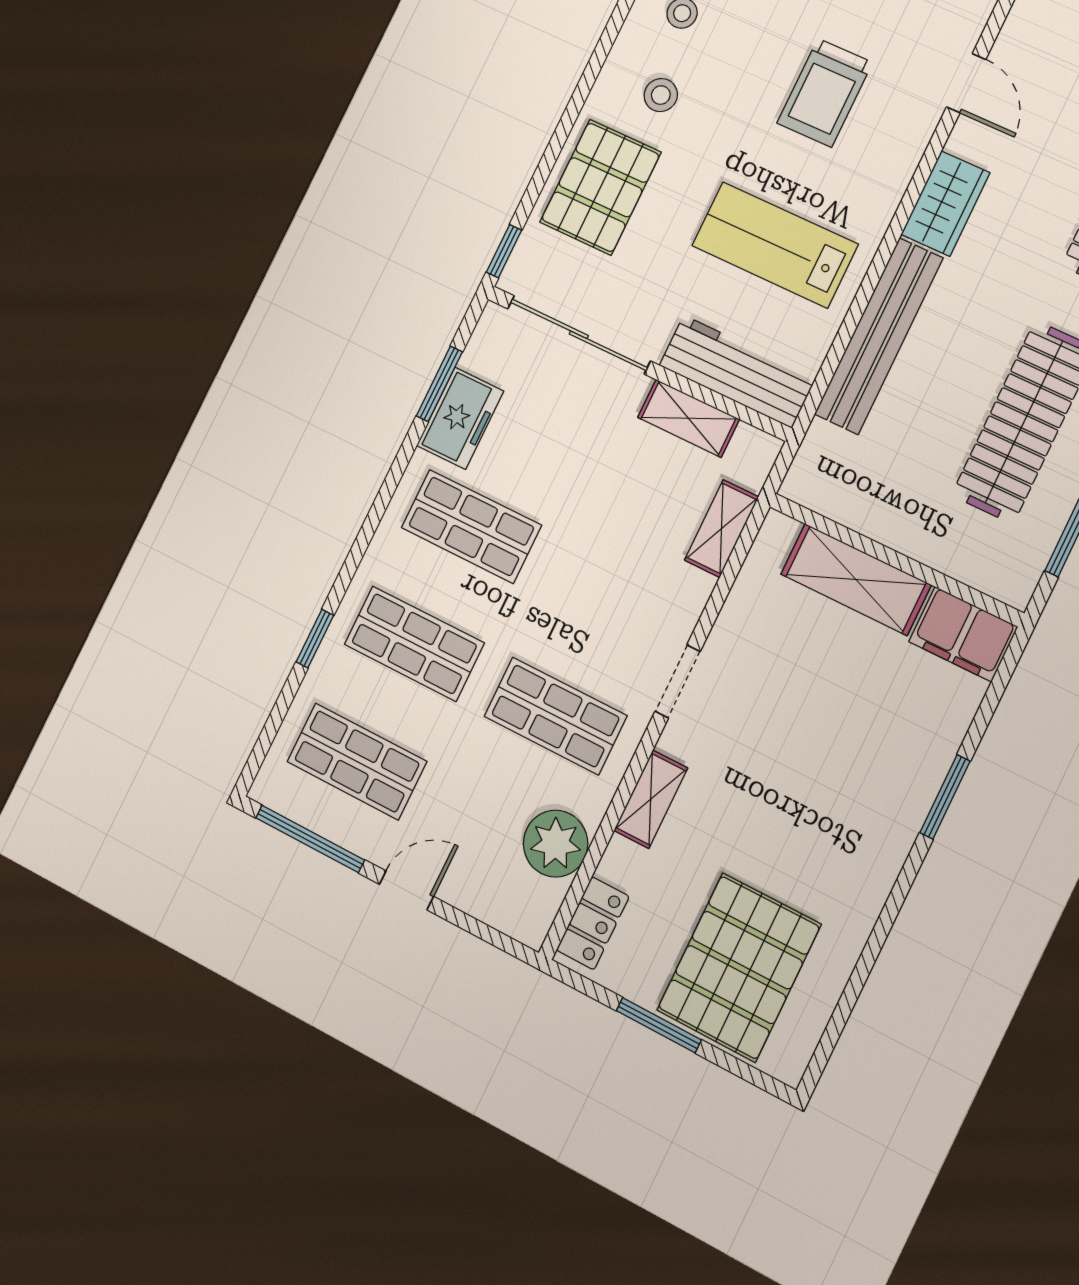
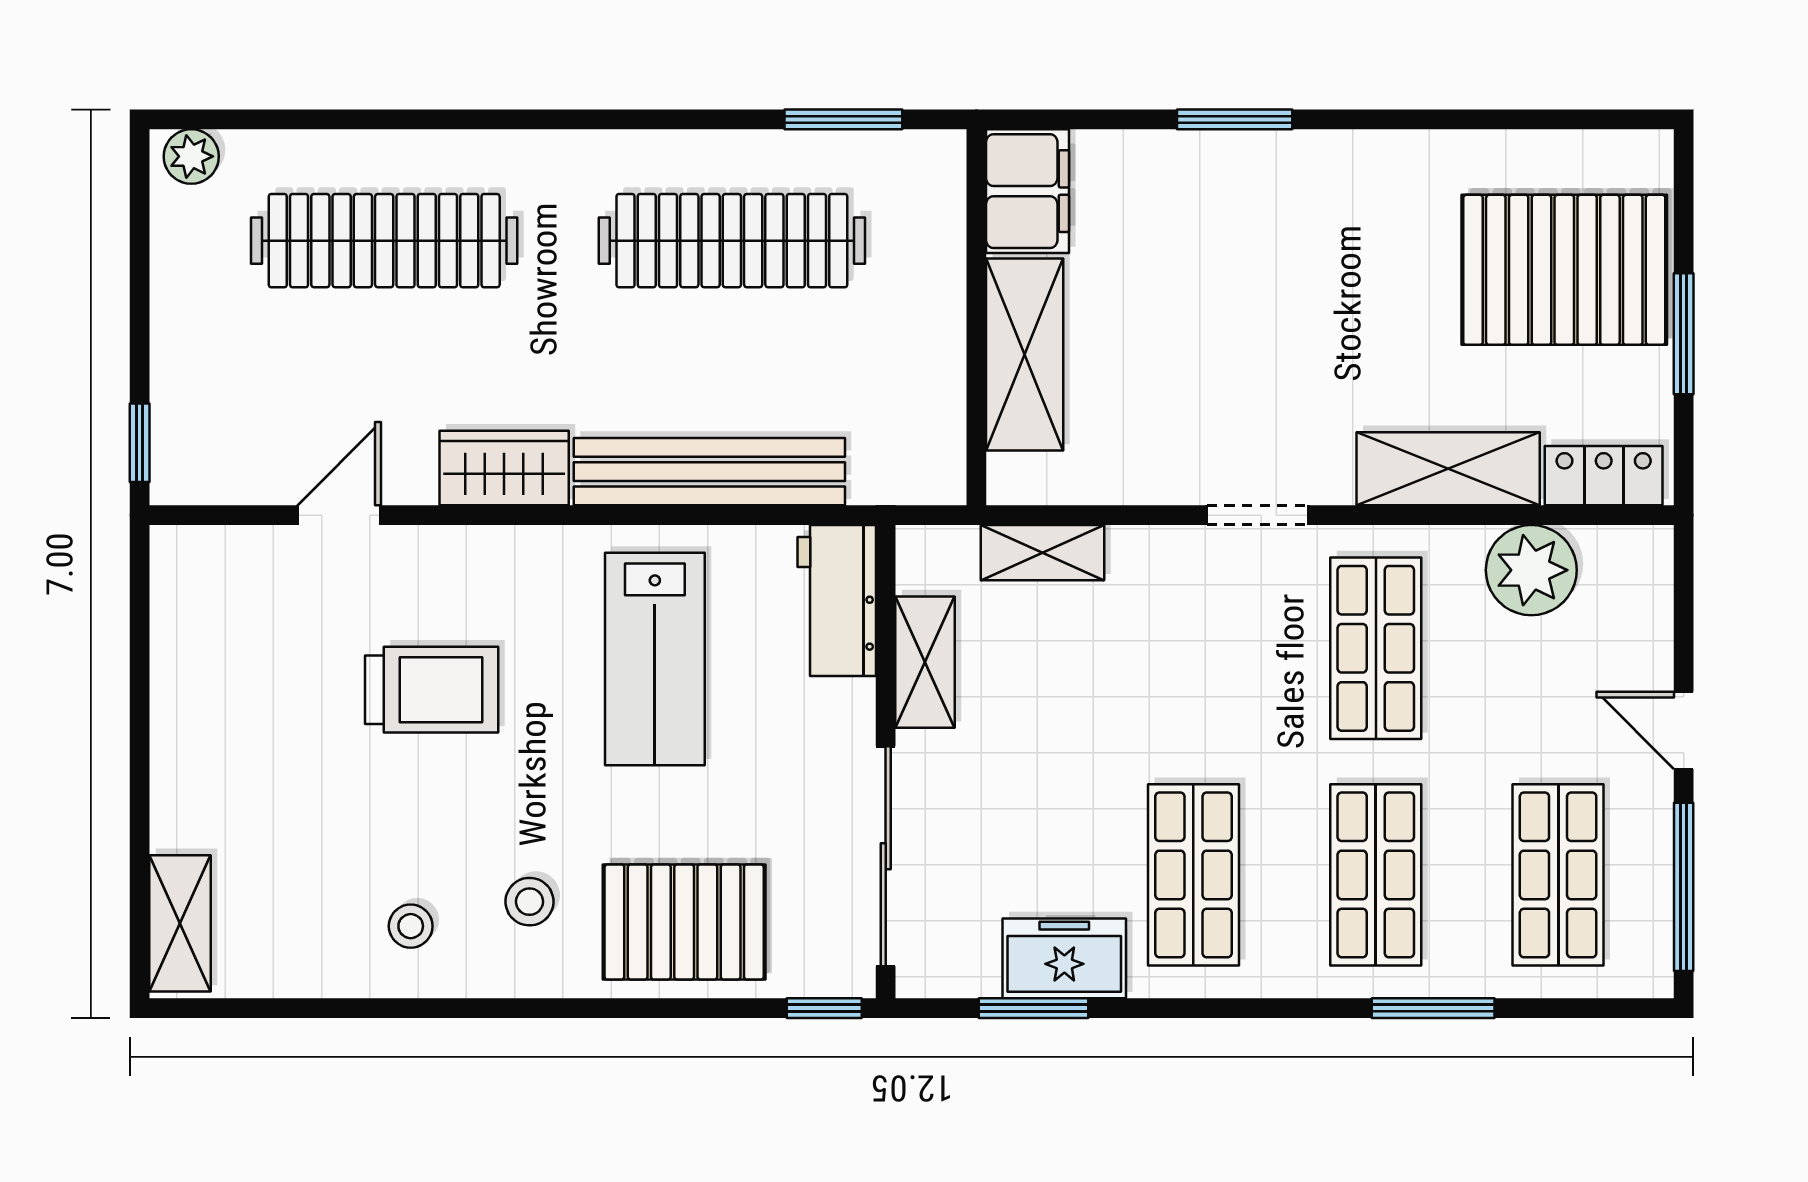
workbench: (737, 371) -> (837, 600), width x0.73
window: (315, 639) -> (1433, 1008), width x1.50
shelving: (651, 799) -> (1448, 469), width x1.50, depth x1.33

